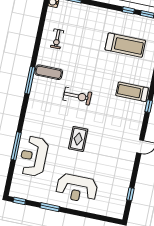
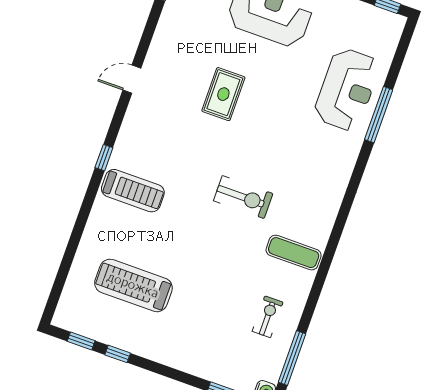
window: (30, 80) -> (292, 358), moved
exercise bike: (77, 96) -> (243, 197), turned 180
rug: (78, 139) -> (223, 94), moved

